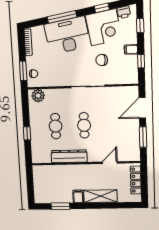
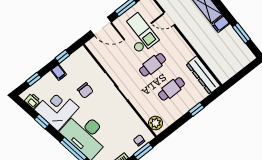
checkout: (115, 132) -> (139, 34), added
dresser: (69, 156) -> (203, 75), moved

